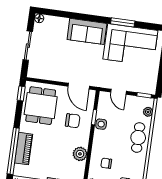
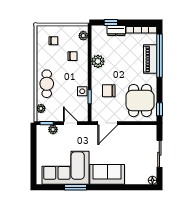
door: (79, 86) -> (108, 123), swing flipped
plant: (138, 88) -> (53, 129), added

